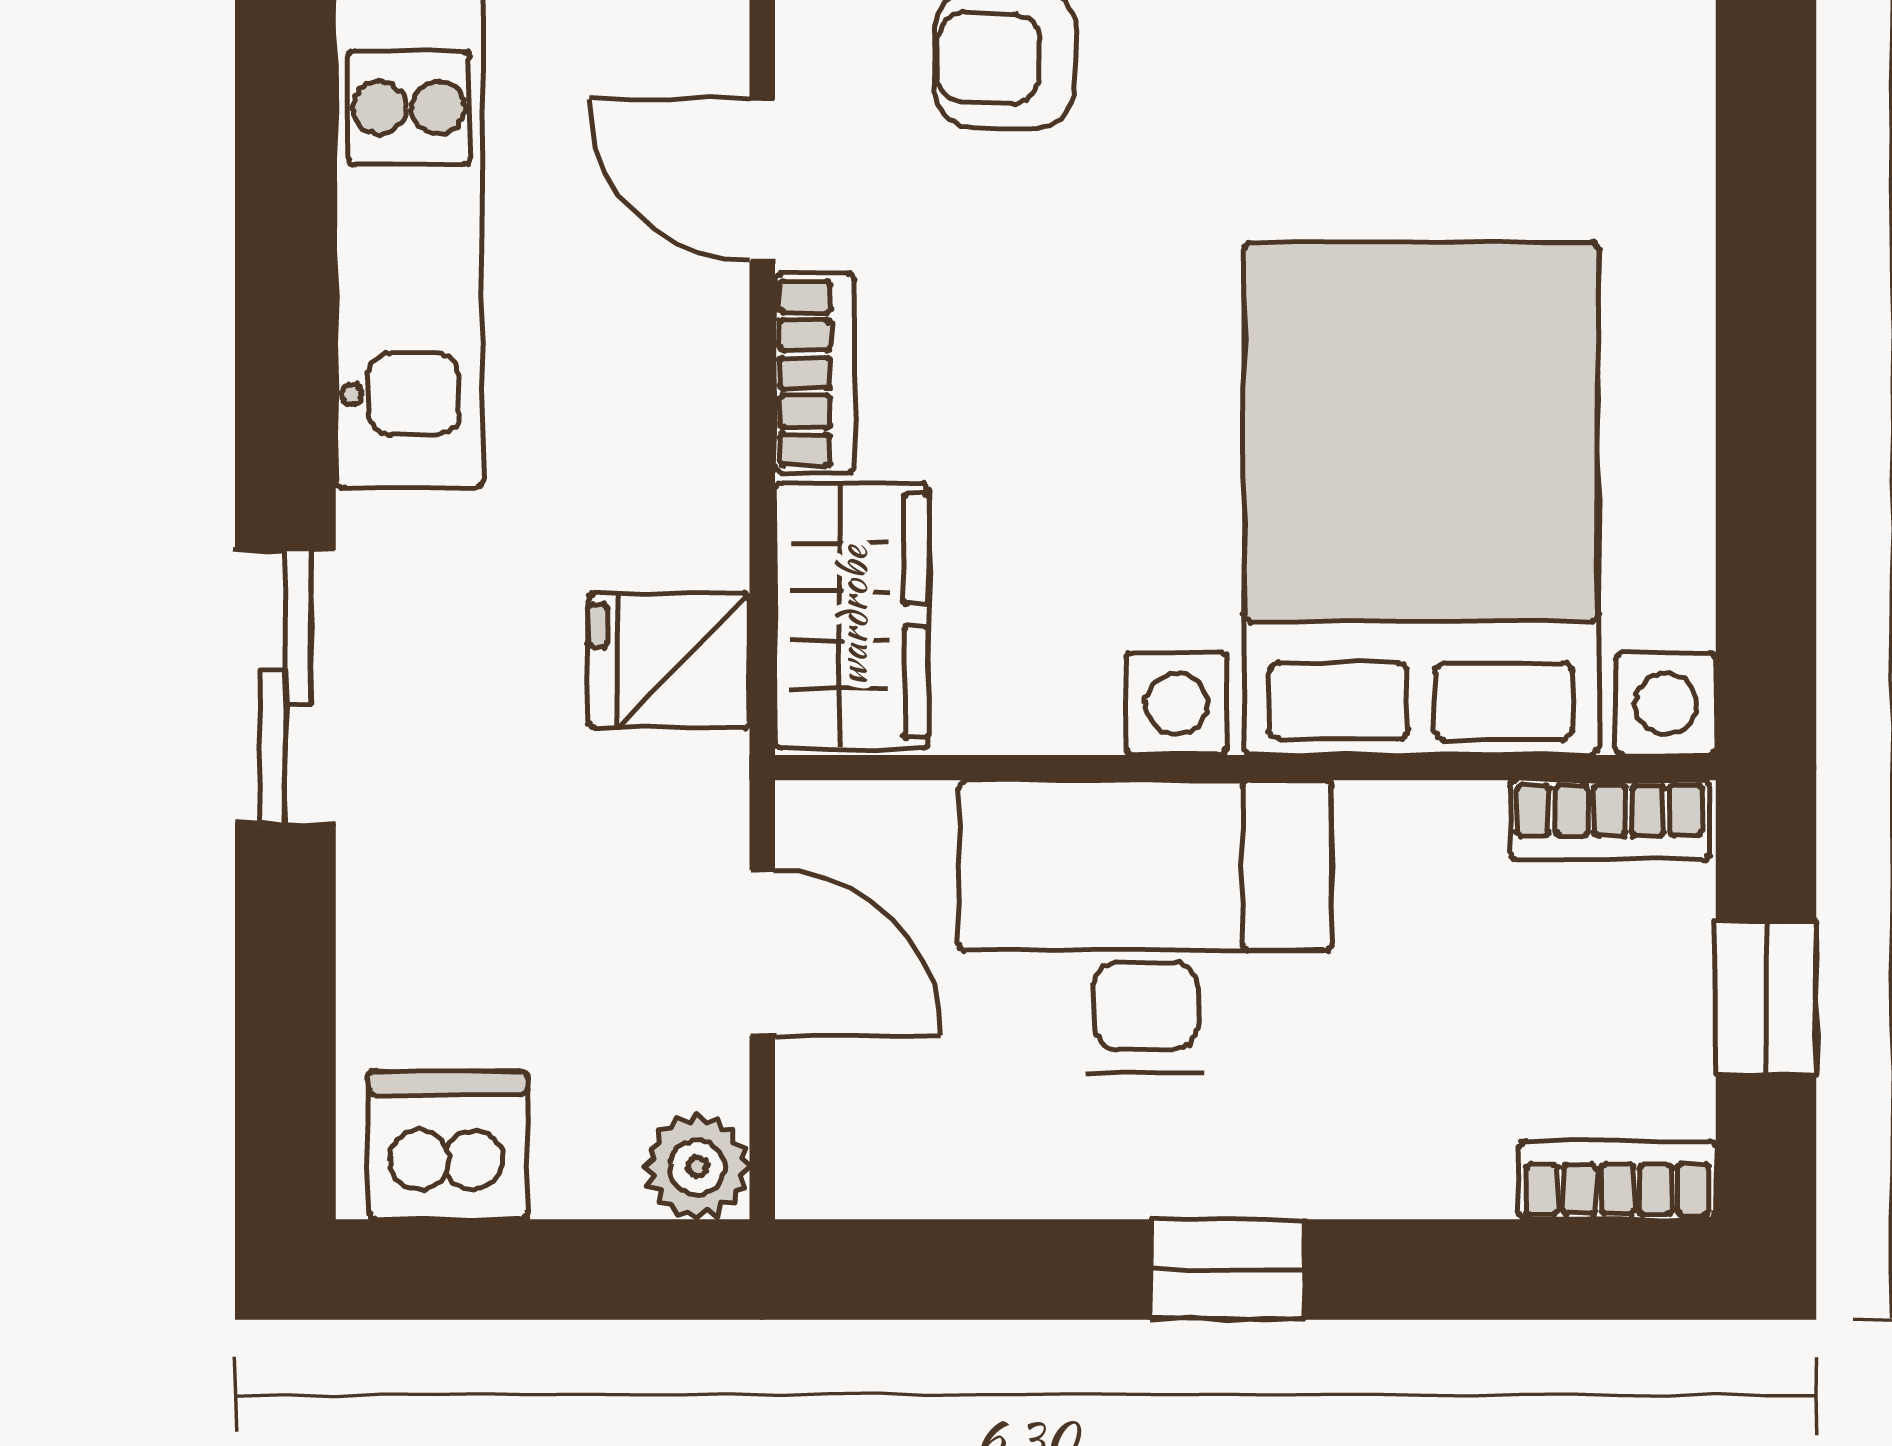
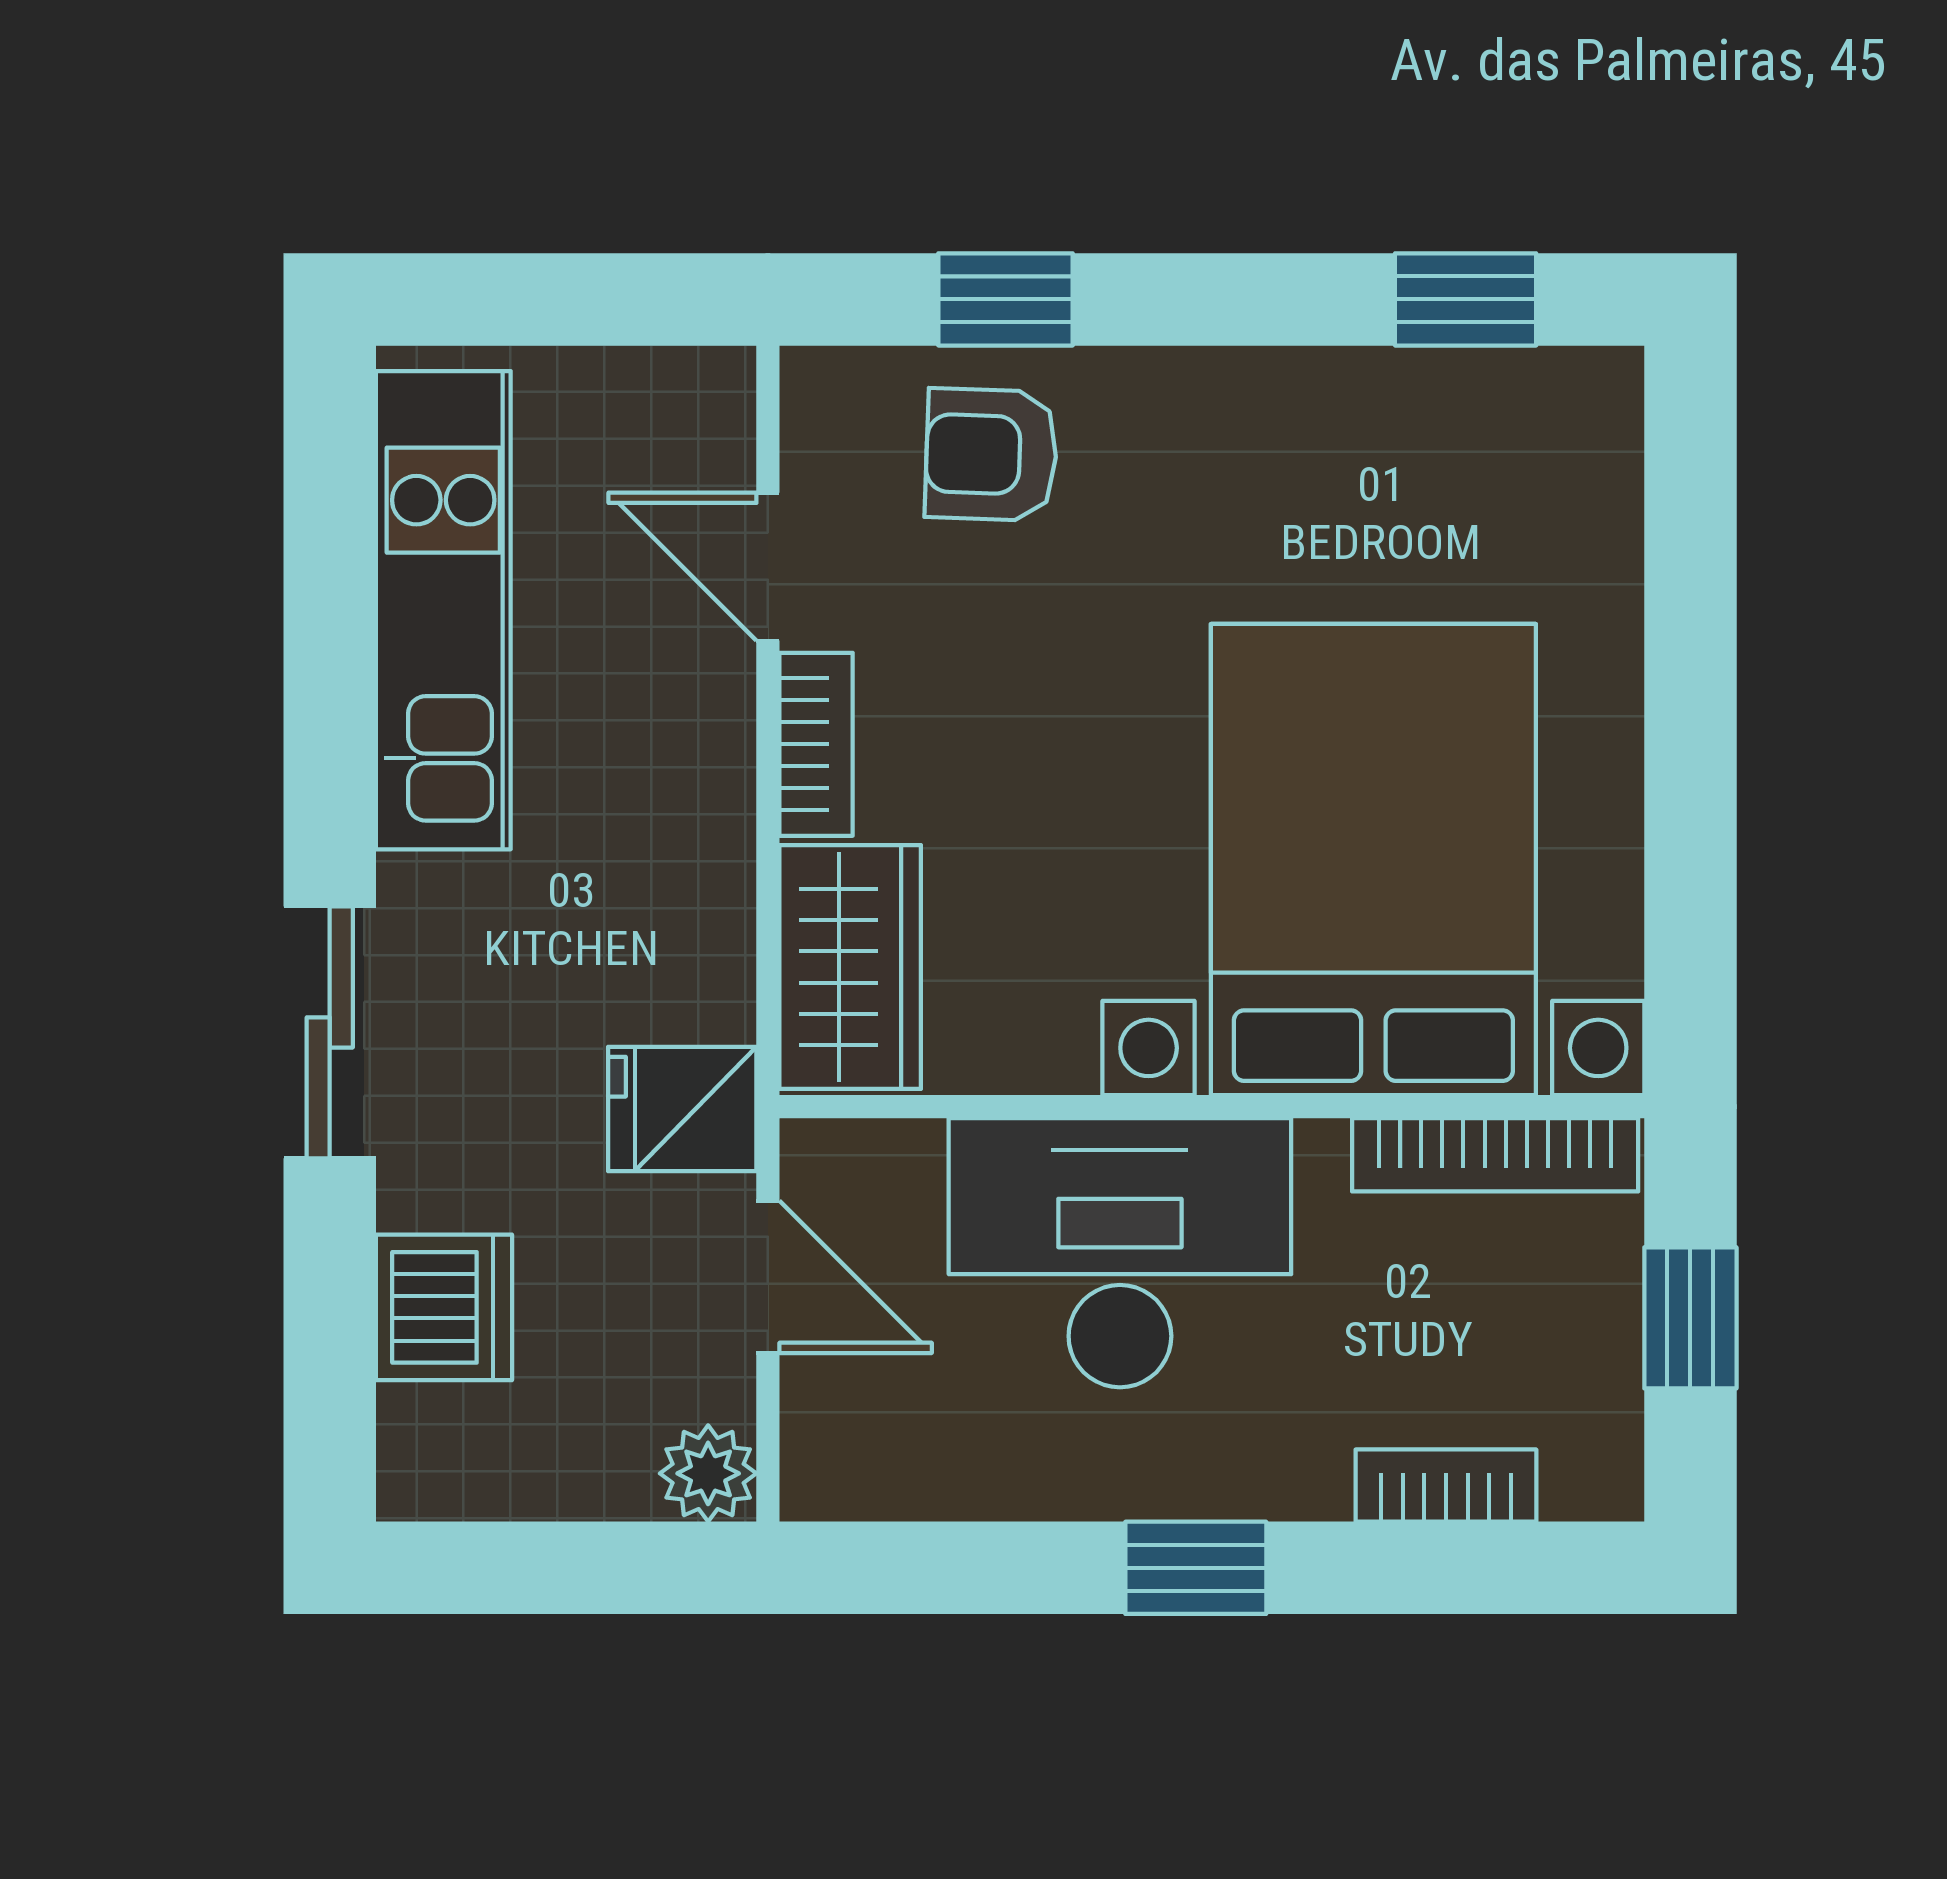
fridge: (669, 661) -> (682, 1109), moved
bookcase: (1610, 820) -> (1495, 1155), width x1.56
dishwasher: (448, 1145) -> (444, 1307), moved, turned 90
bookcase: (1617, 1180) -> (1446, 1486), moved

